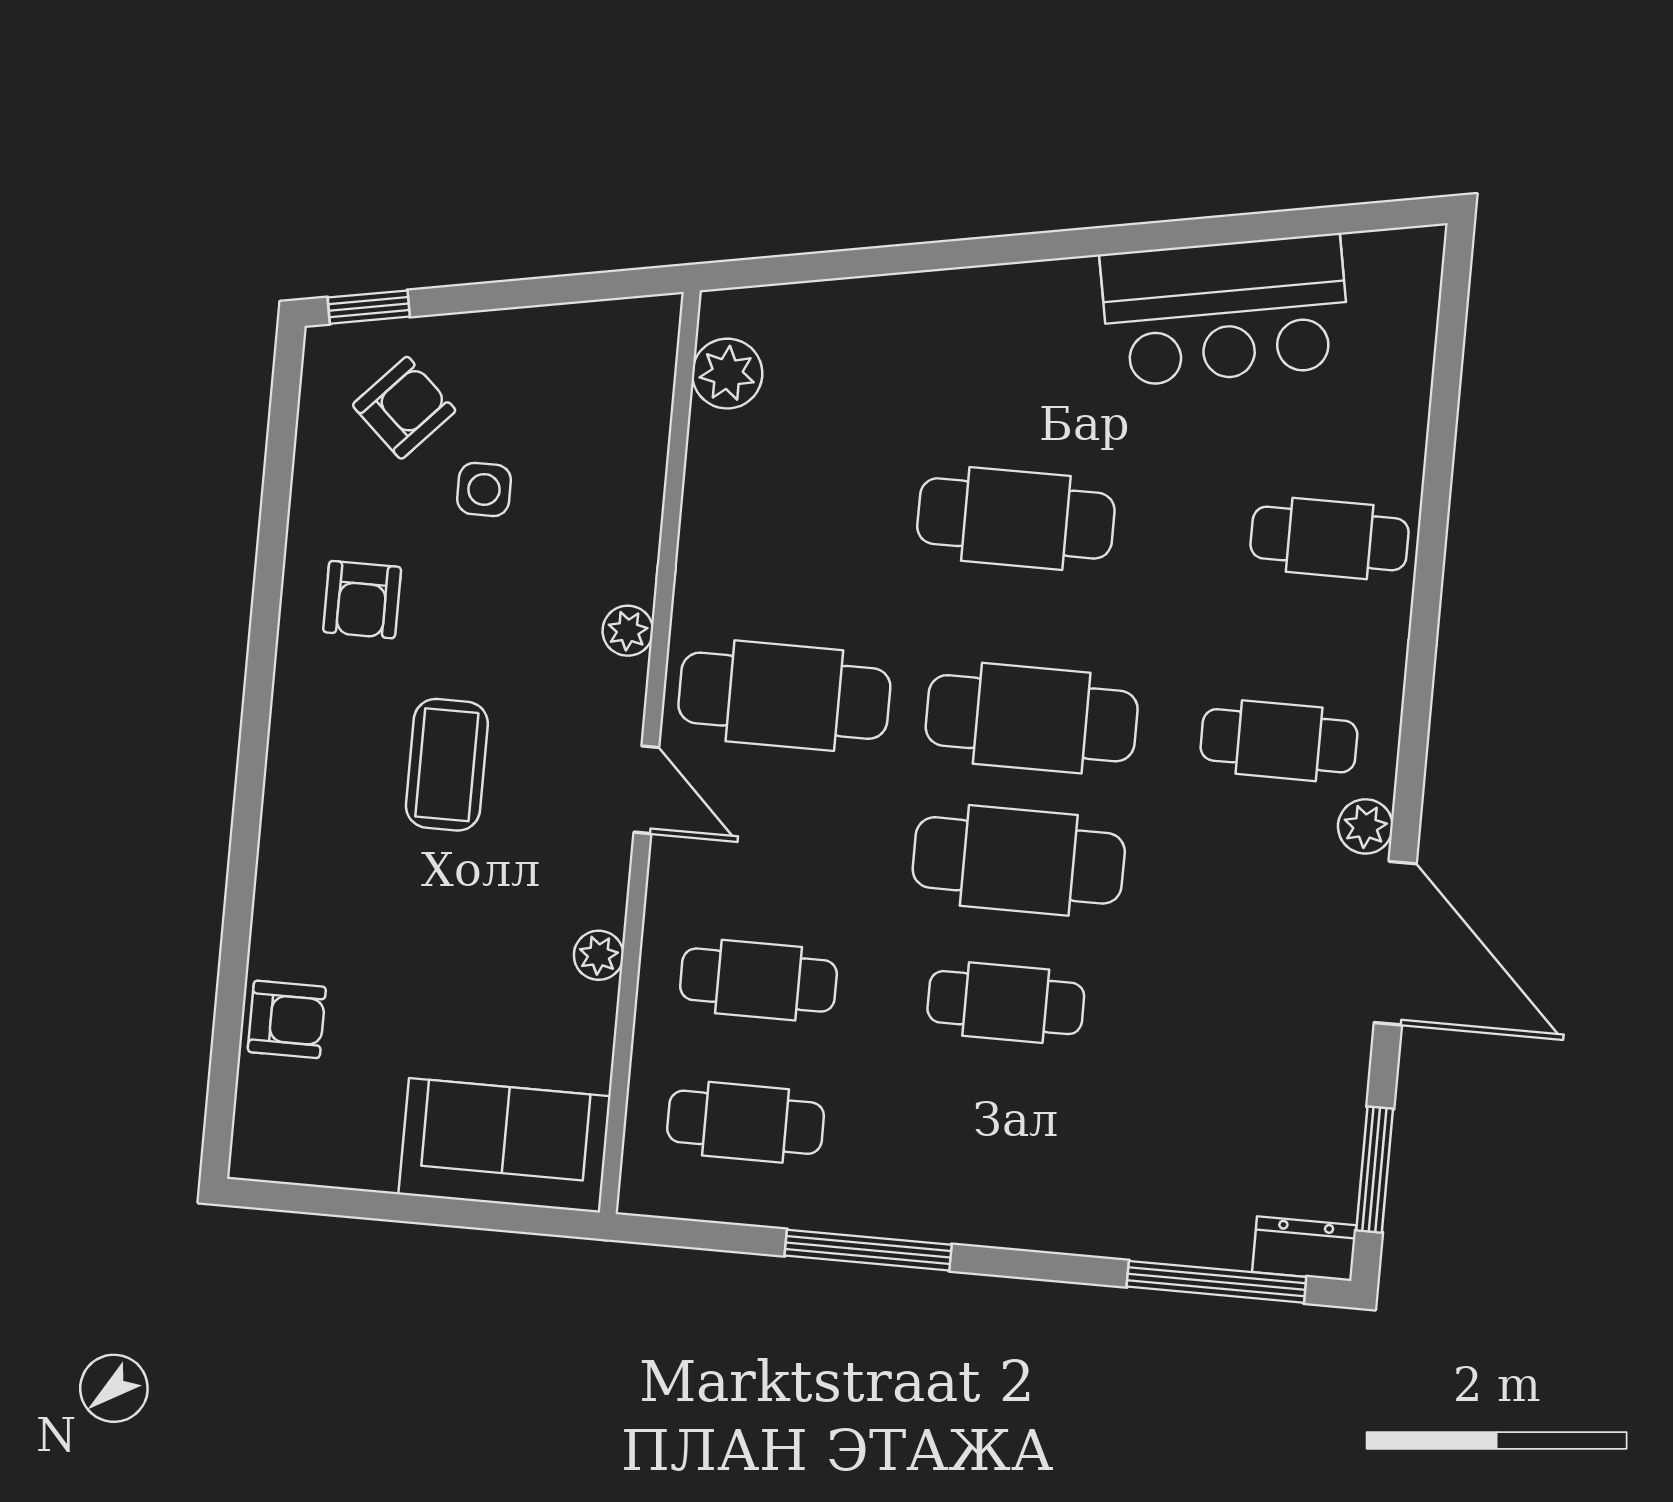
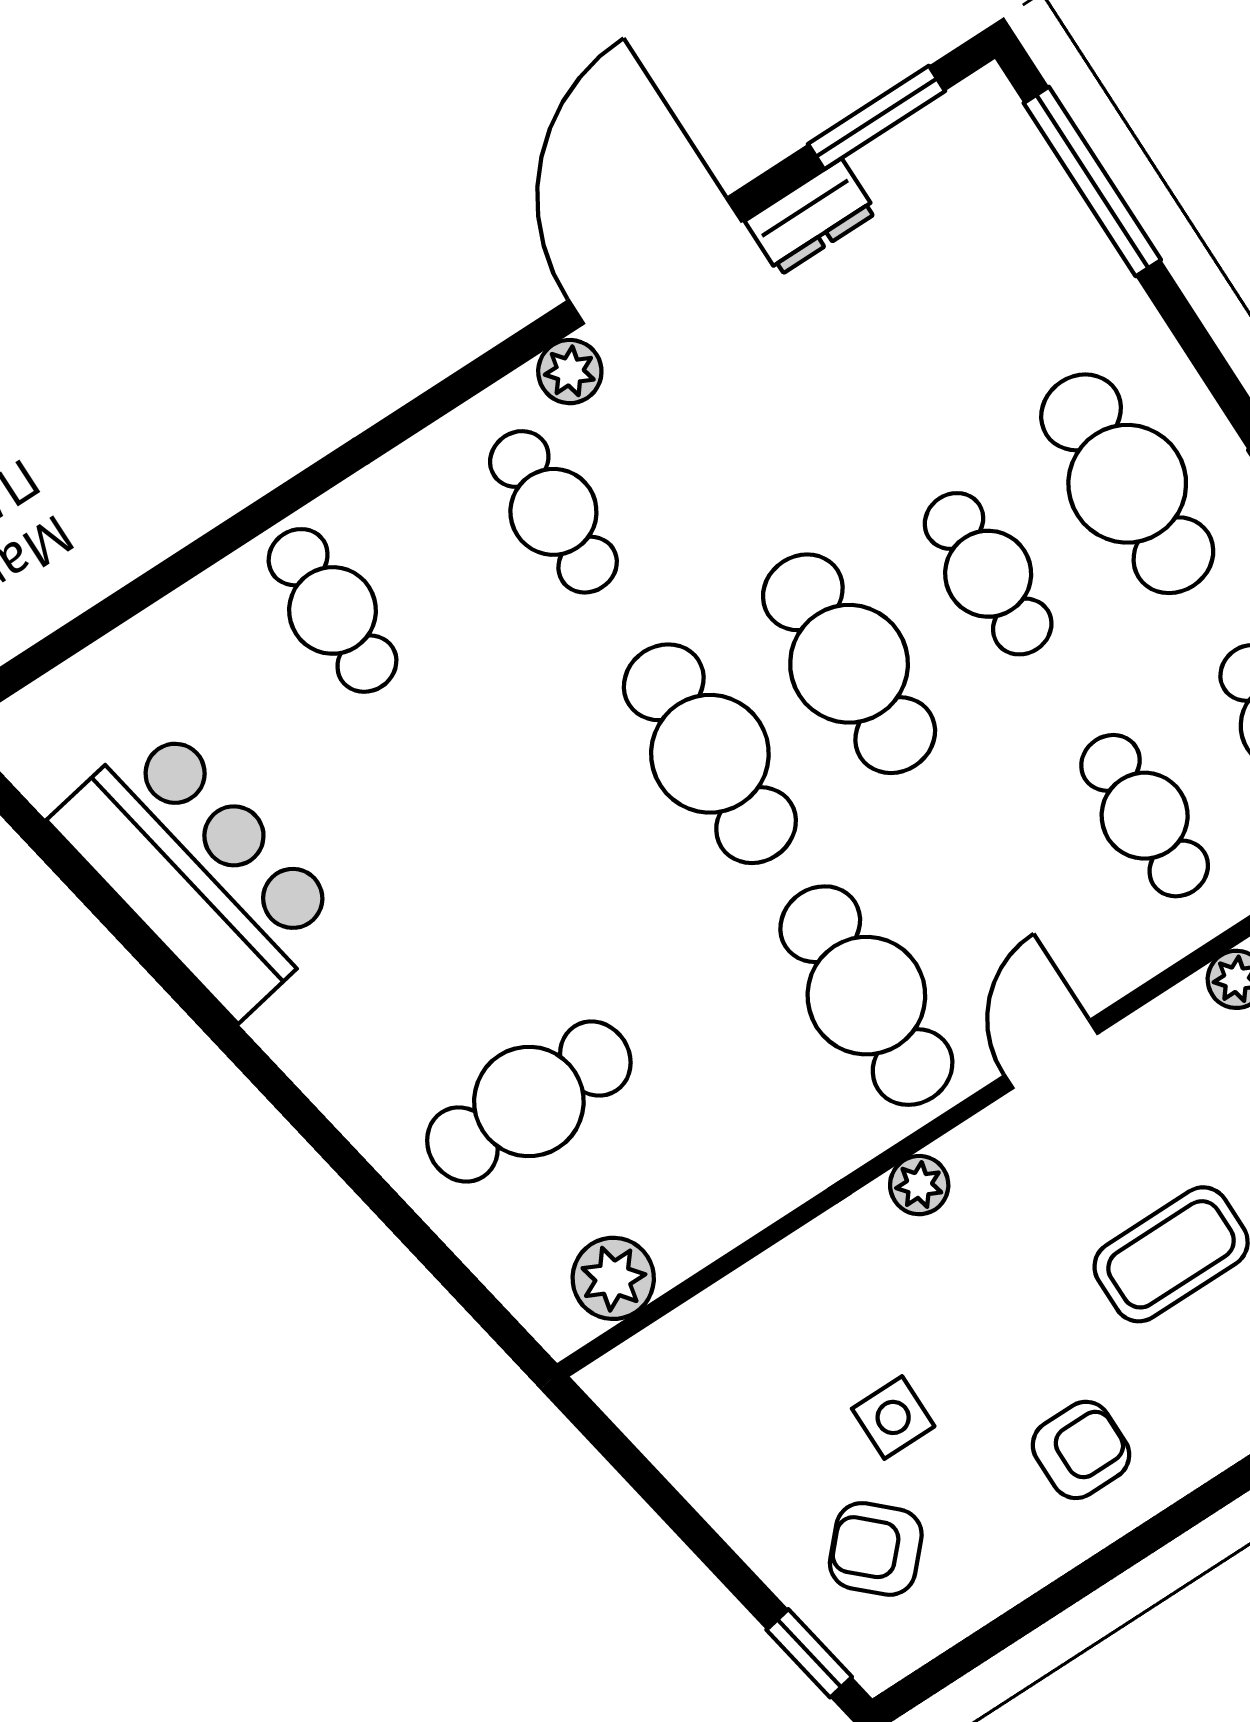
cafe table: (1016, 518) -> (529, 1101), moved, turned 90
cafe table: (993, 1145) -> (1127, 484), added
dresser: (1304, 1249) -> (811, 217), moved, turned -90

